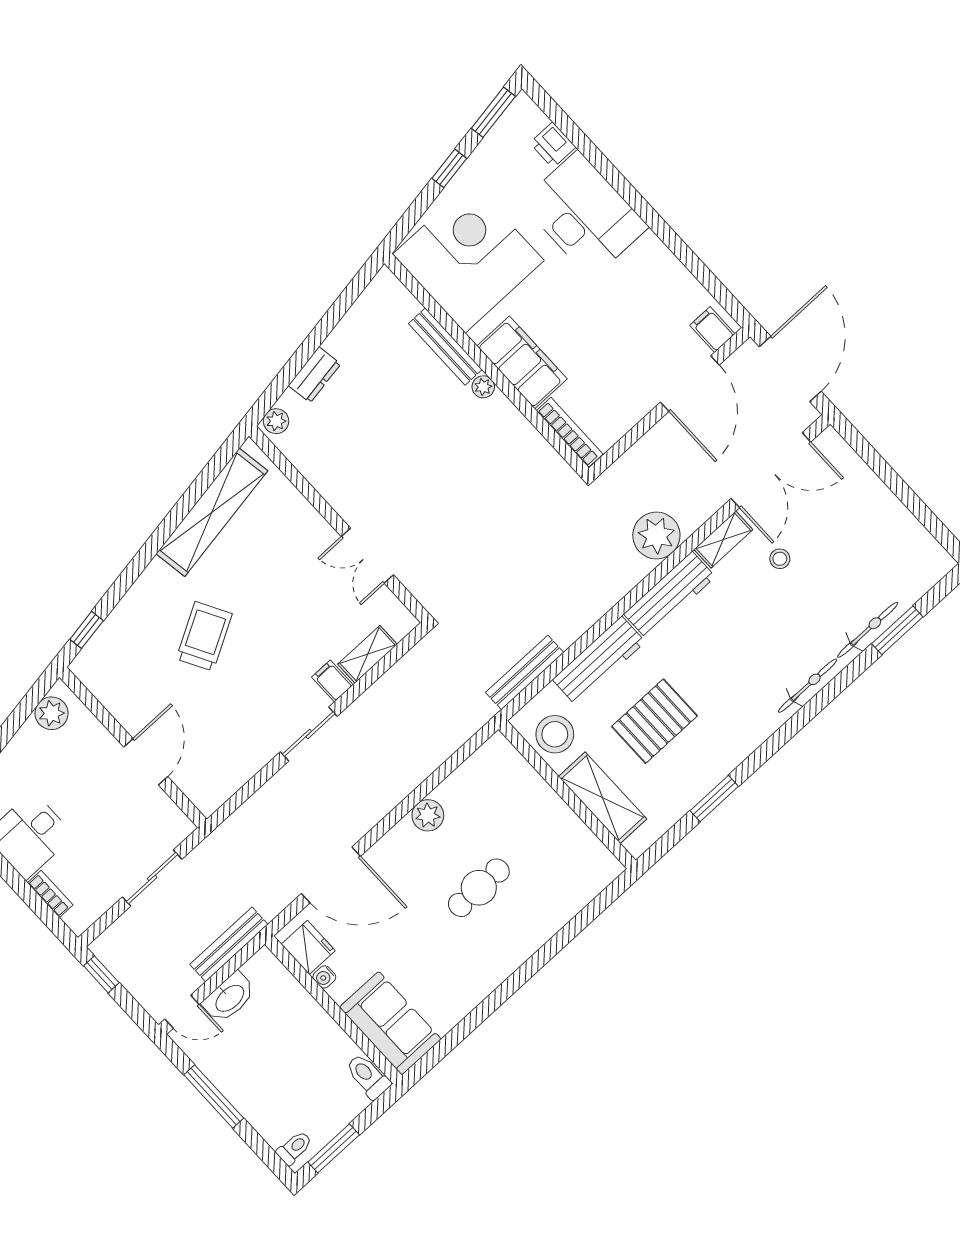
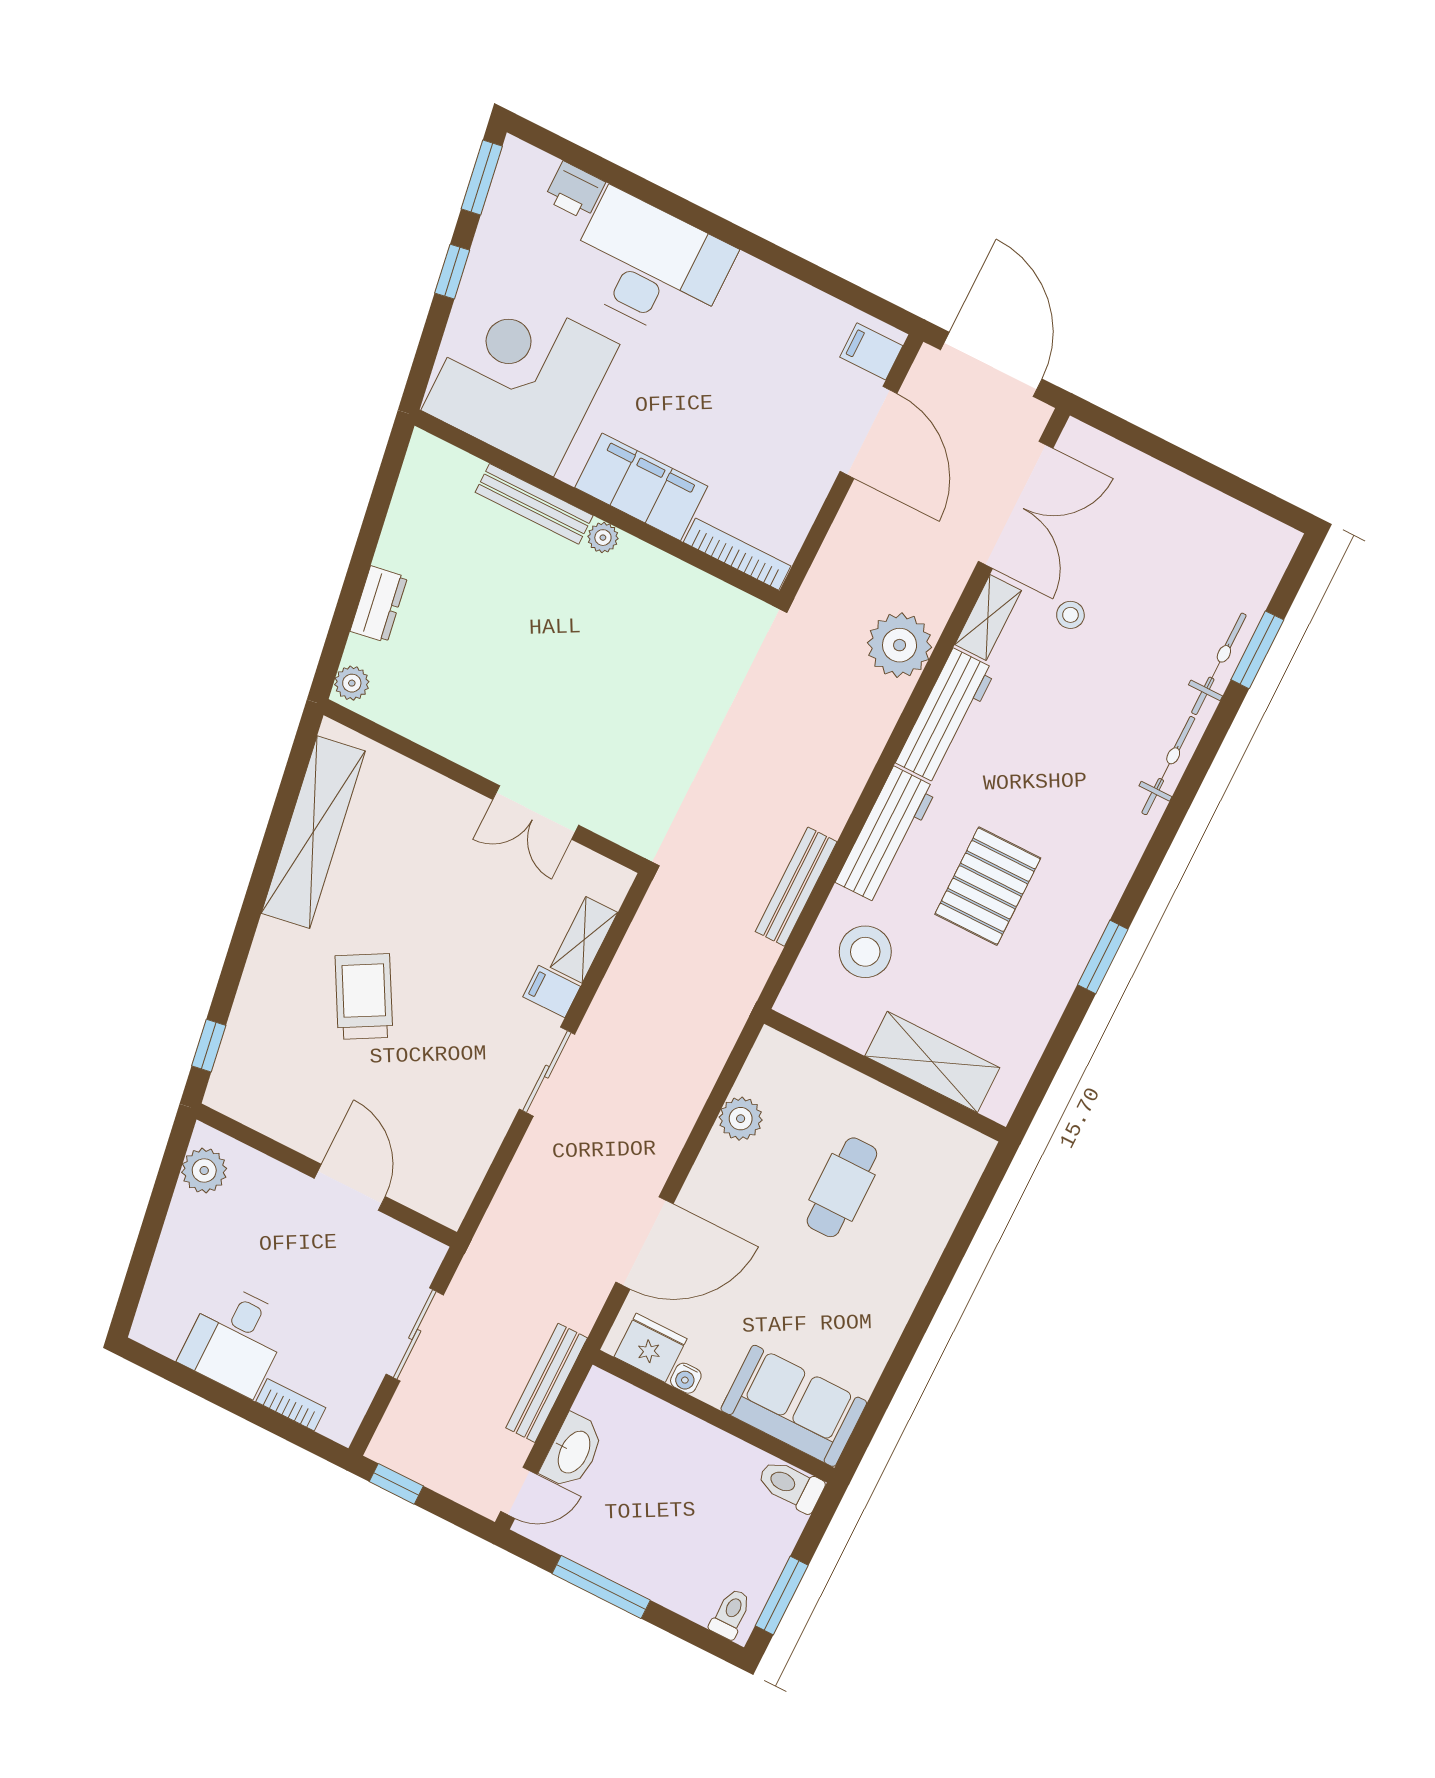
wall: (567, 795) -> (885, 1075), moved
shelving: (603, 798) -> (932, 1062), moved

